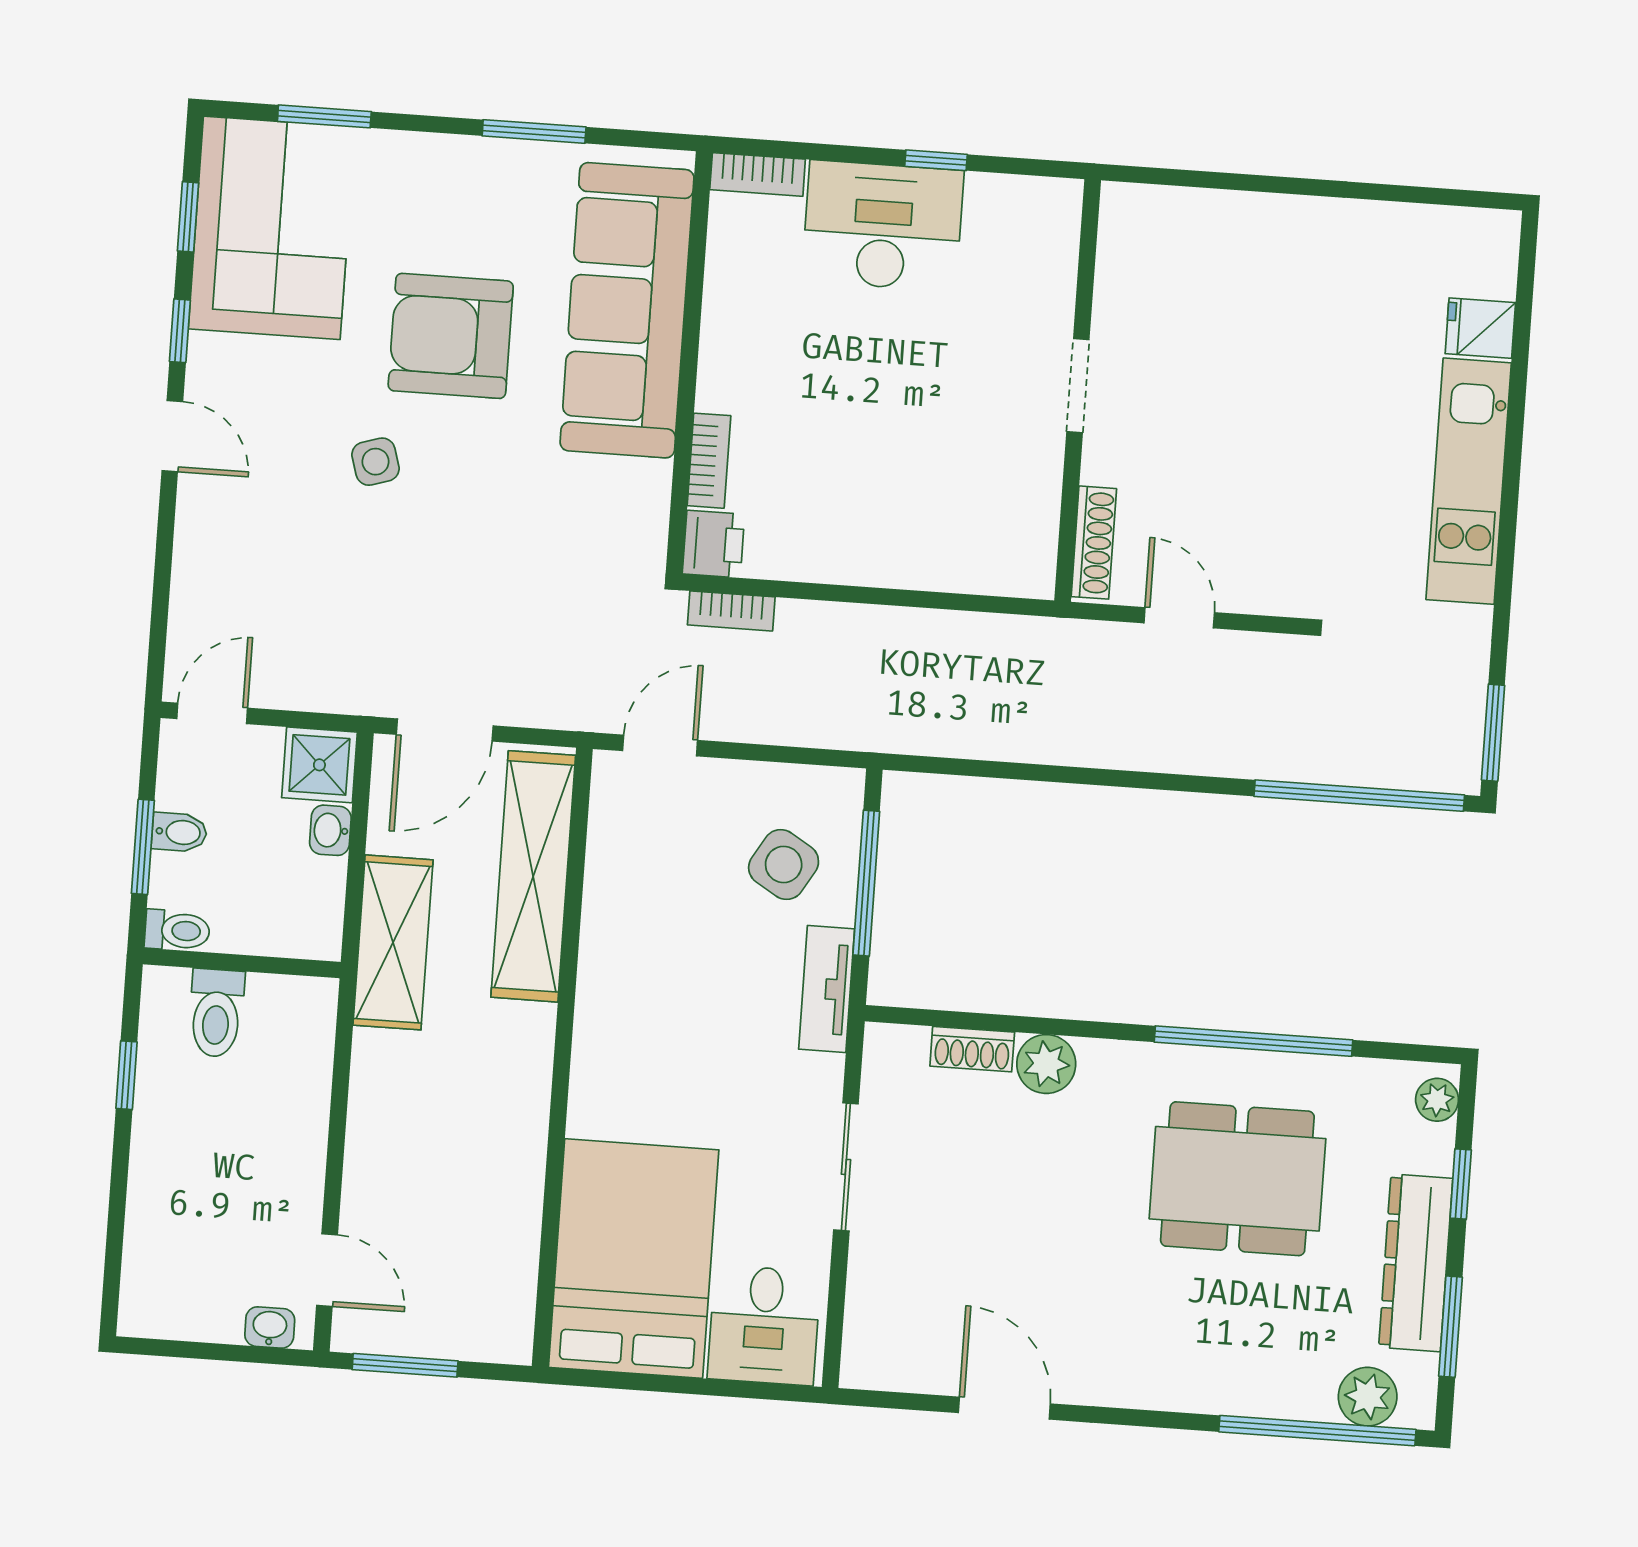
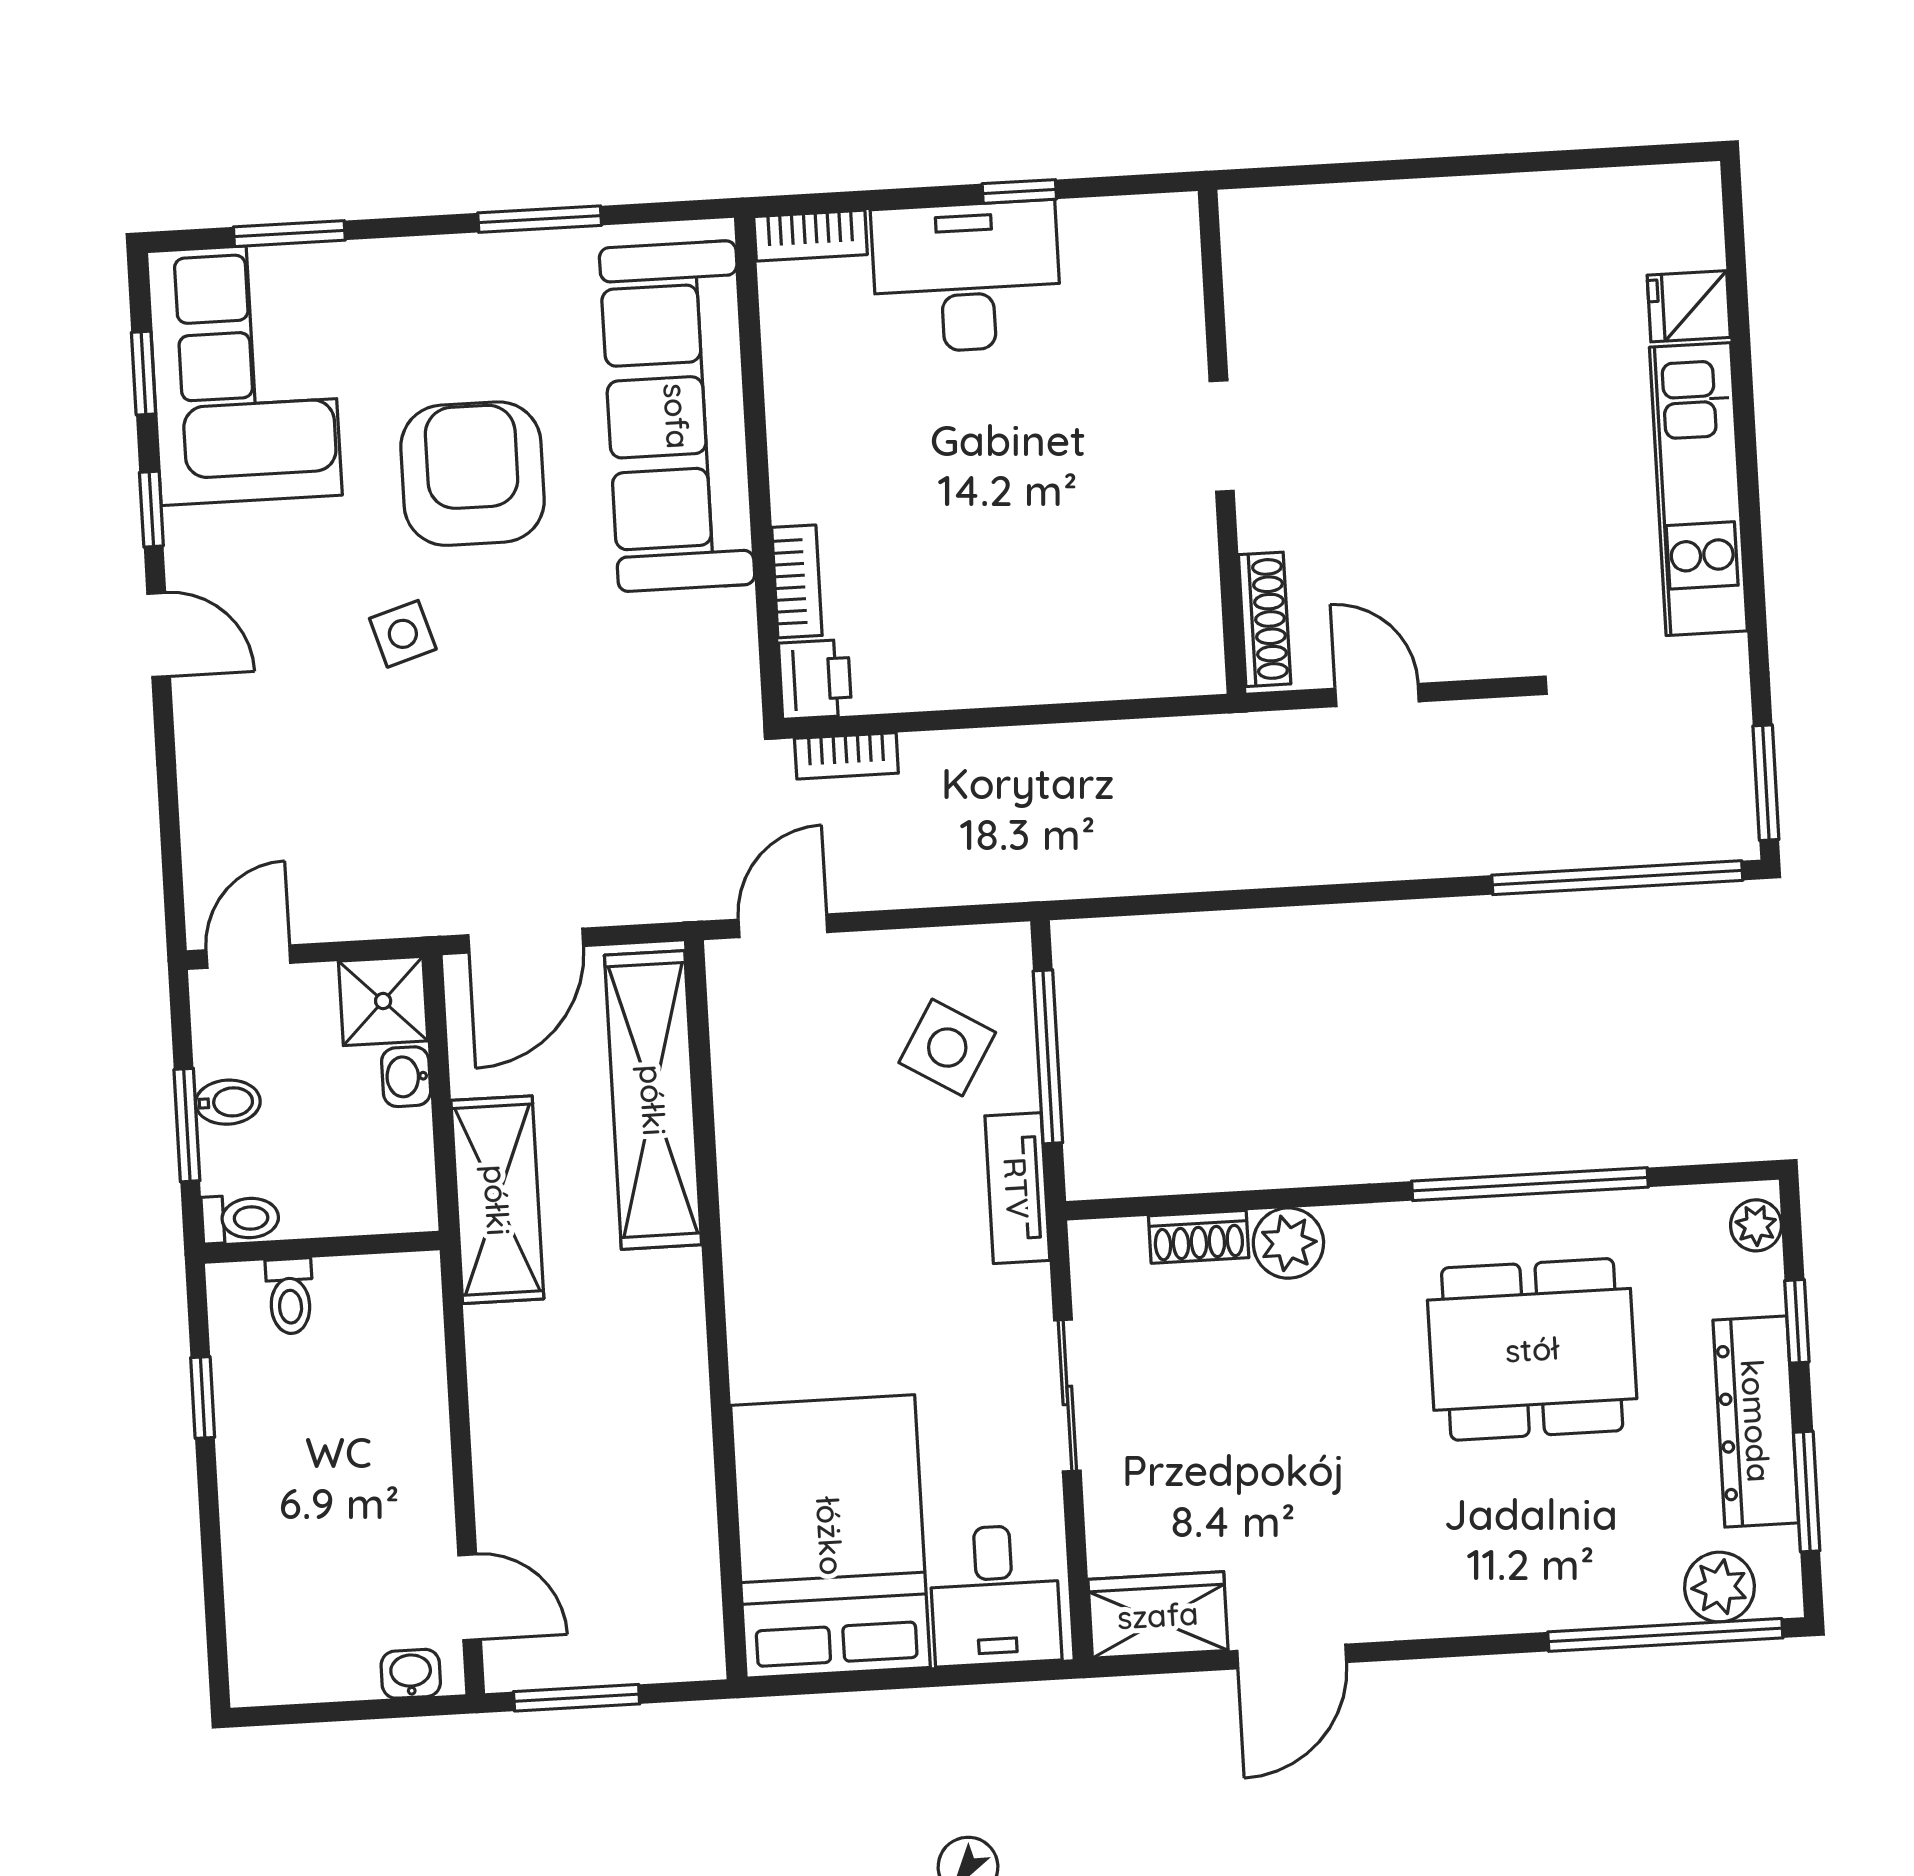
armchair: (451, 336) -> (472, 474), turned 90
toilet: (216, 1013) -> (290, 1296), width x0.73, depth x0.72
wardrobe: (898, 1359) -> (1158, 1615), added
door: (1004, 1408) -> (1292, 1656), swing flipped

